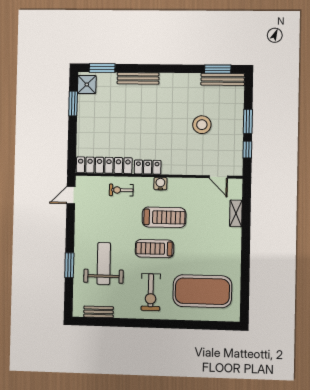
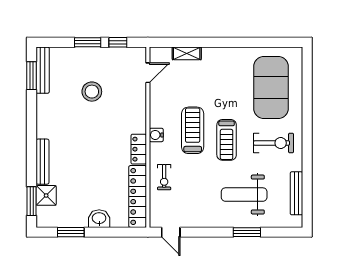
shower: (87, 85) -> (46, 195), moved
washbasin: (85, 130) -> (99, 219), added
bench: (99, 312) -> (296, 193), width x1.36

